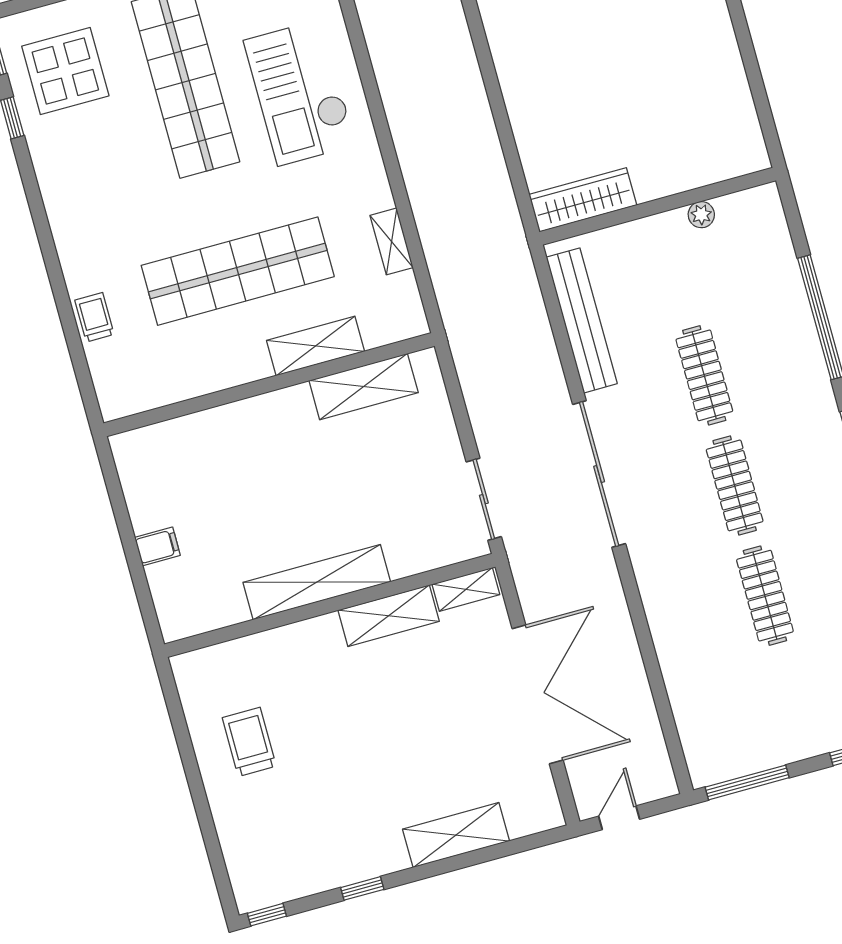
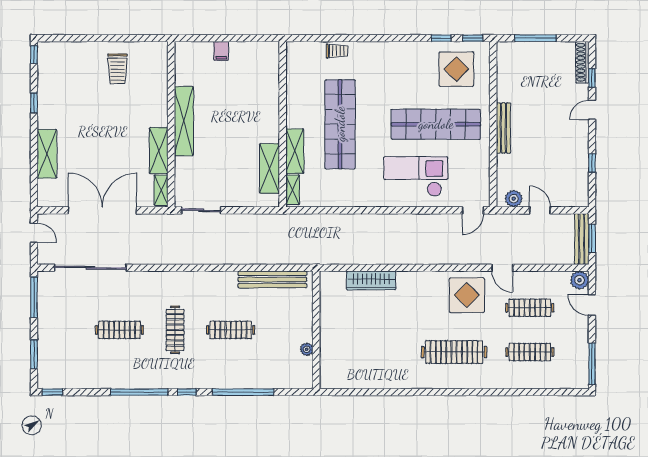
wardrobe: (583, 200) -> (371, 280), moved, turned 90
shelving: (392, 241) -> (293, 190), moved, turned 90
sliding door: (599, 474) -> (90, 268), moved
clothes rail: (735, 485) -> (175, 330), turned 90
double door: (538, 694) -> (102, 210), swing flipped
trolley: (249, 742) -> (117, 69), turned 90

